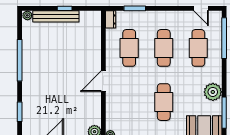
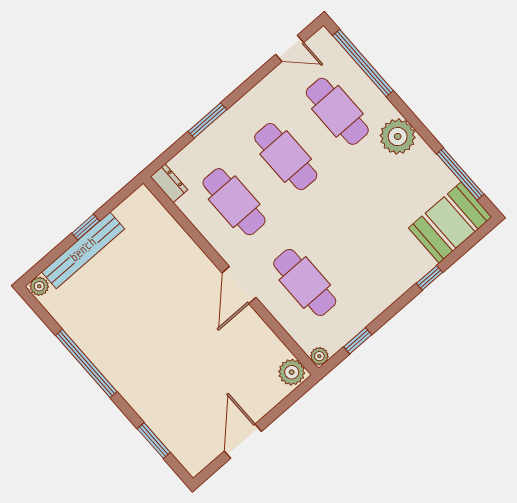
window: (135, 8) -> (207, 120), moved
plant: (213, 92) -> (398, 136), moved
cafe table: (164, 102) -> (305, 282), moved

